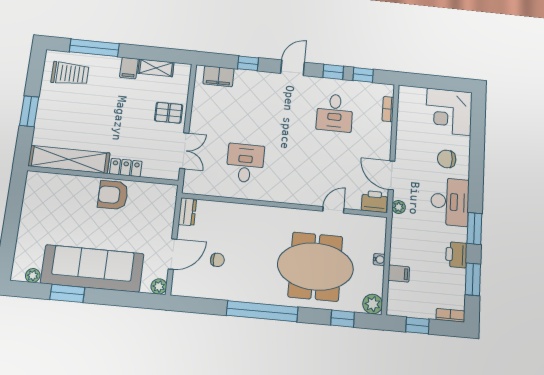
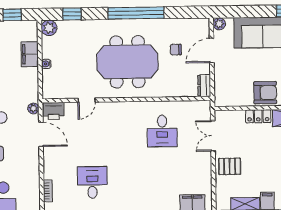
meeting table: (315, 267) -> (127, 62), moved
filing cabinet: (399, 274) -> (30, 54), width x2.00

